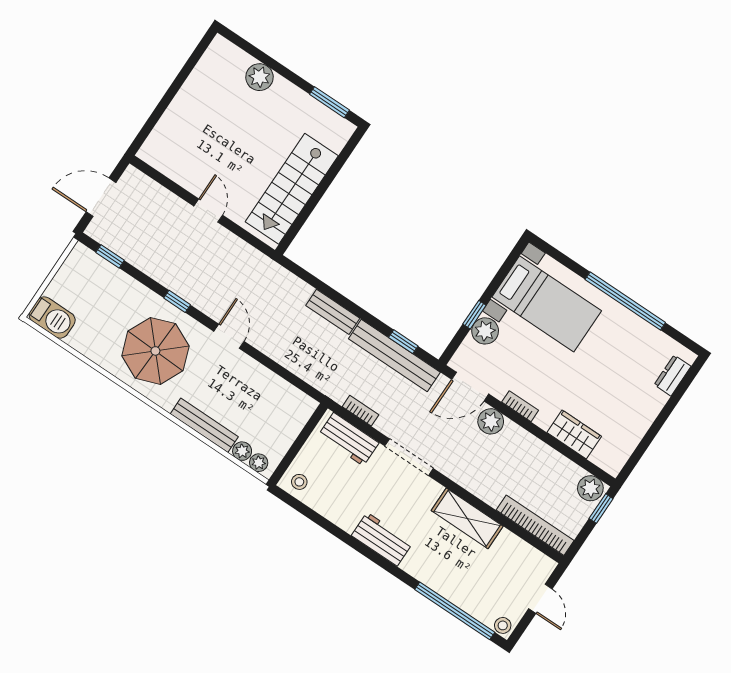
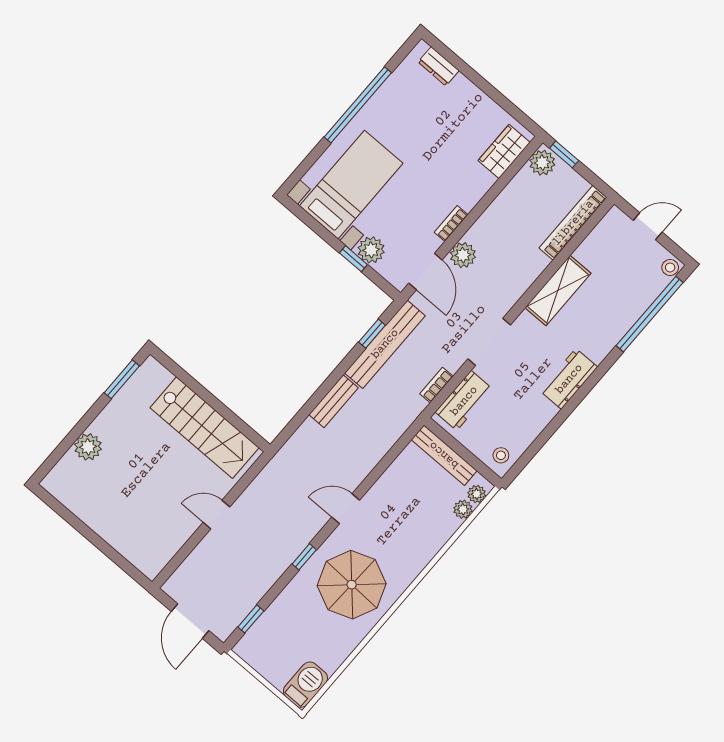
bench: (204, 425) -> (444, 455), moved, turned 90
wardrobe: (574, 434) -> (504, 151), moved

